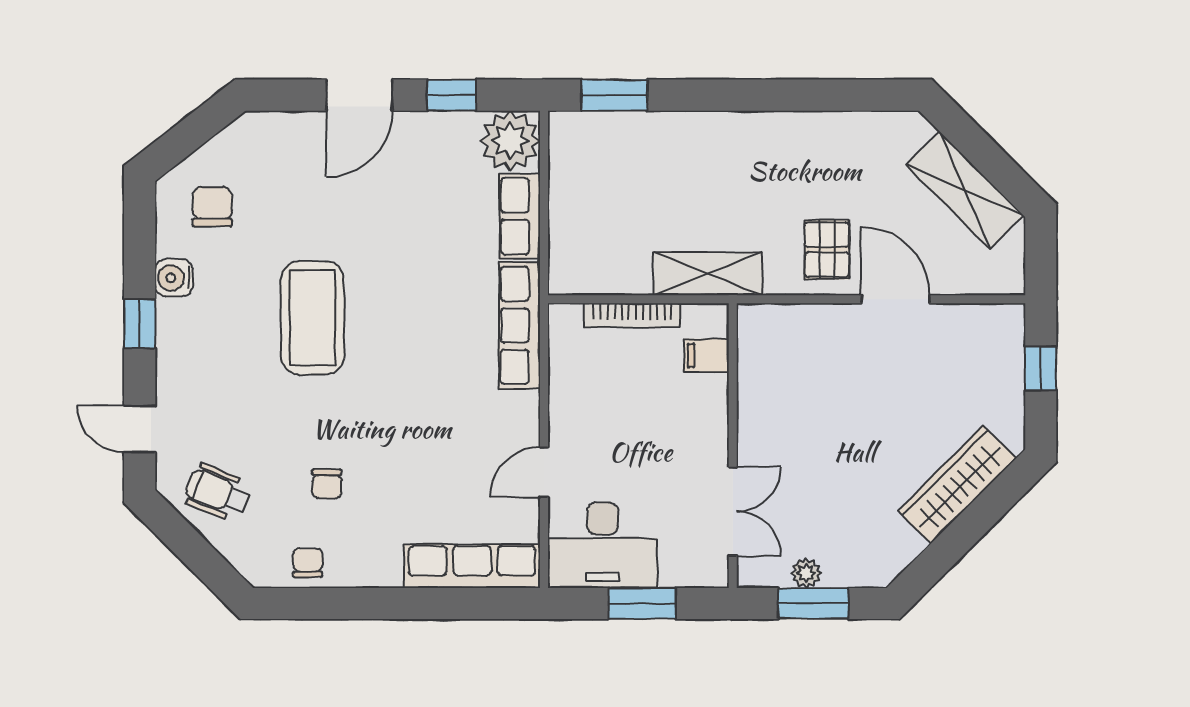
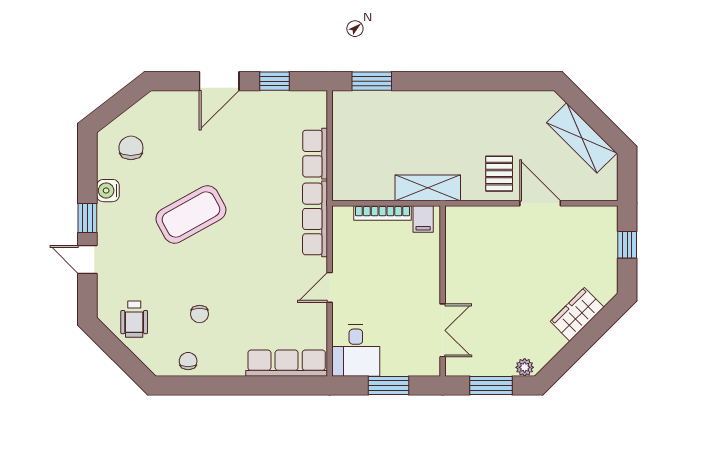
plant: (510, 141) -> (309, 108), removed
coffee table: (312, 318) -> (191, 215), turned 61
filing cabinet: (706, 356) -> (423, 219), moved, turned -90
door: (140, 429) -> (87, 260), moved
door: (544, 472) -> (330, 287), moved
wardrobe: (957, 485) -> (577, 314), width x0.67
wheelchair: (218, 493) -> (134, 319), turned -111
desk: (602, 545) -> (356, 351), width x0.73
plant: (806, 573) -> (525, 367), moved

